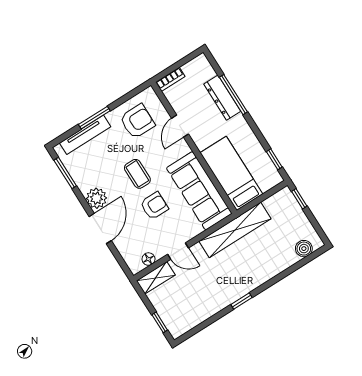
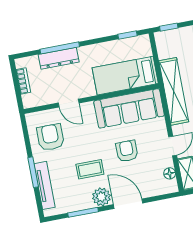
bookcase: (170, 79) -> (23, 81), moved
window: (65, 173) -> (83, 212), moved
coffee table: (137, 174) -> (90, 169), moved

